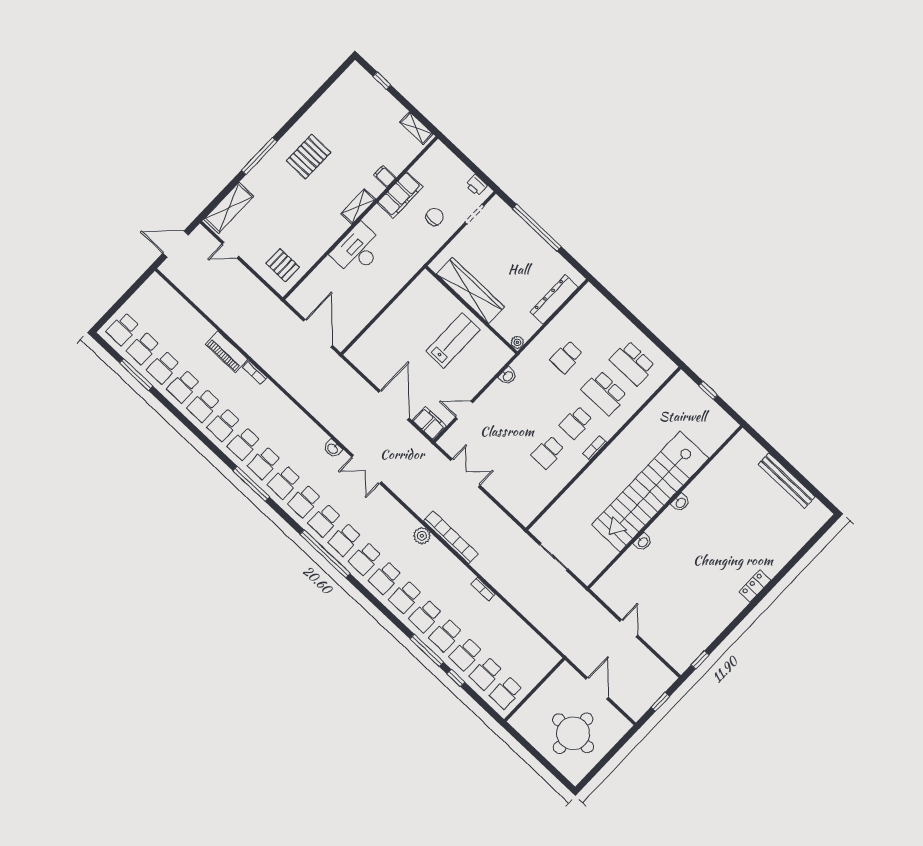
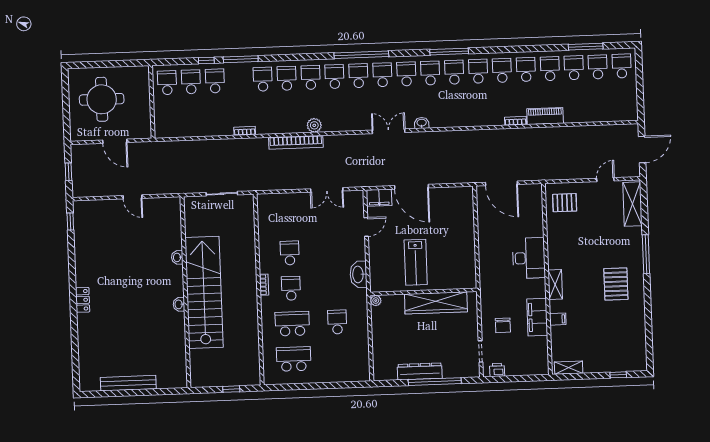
dresser: (554, 299) -> (420, 371), moved, turned -90
washbasin: (508, 376) -> (358, 274), width x1.91, depth x1.45
school desk: (446, 635) -> (239, 80), removed

